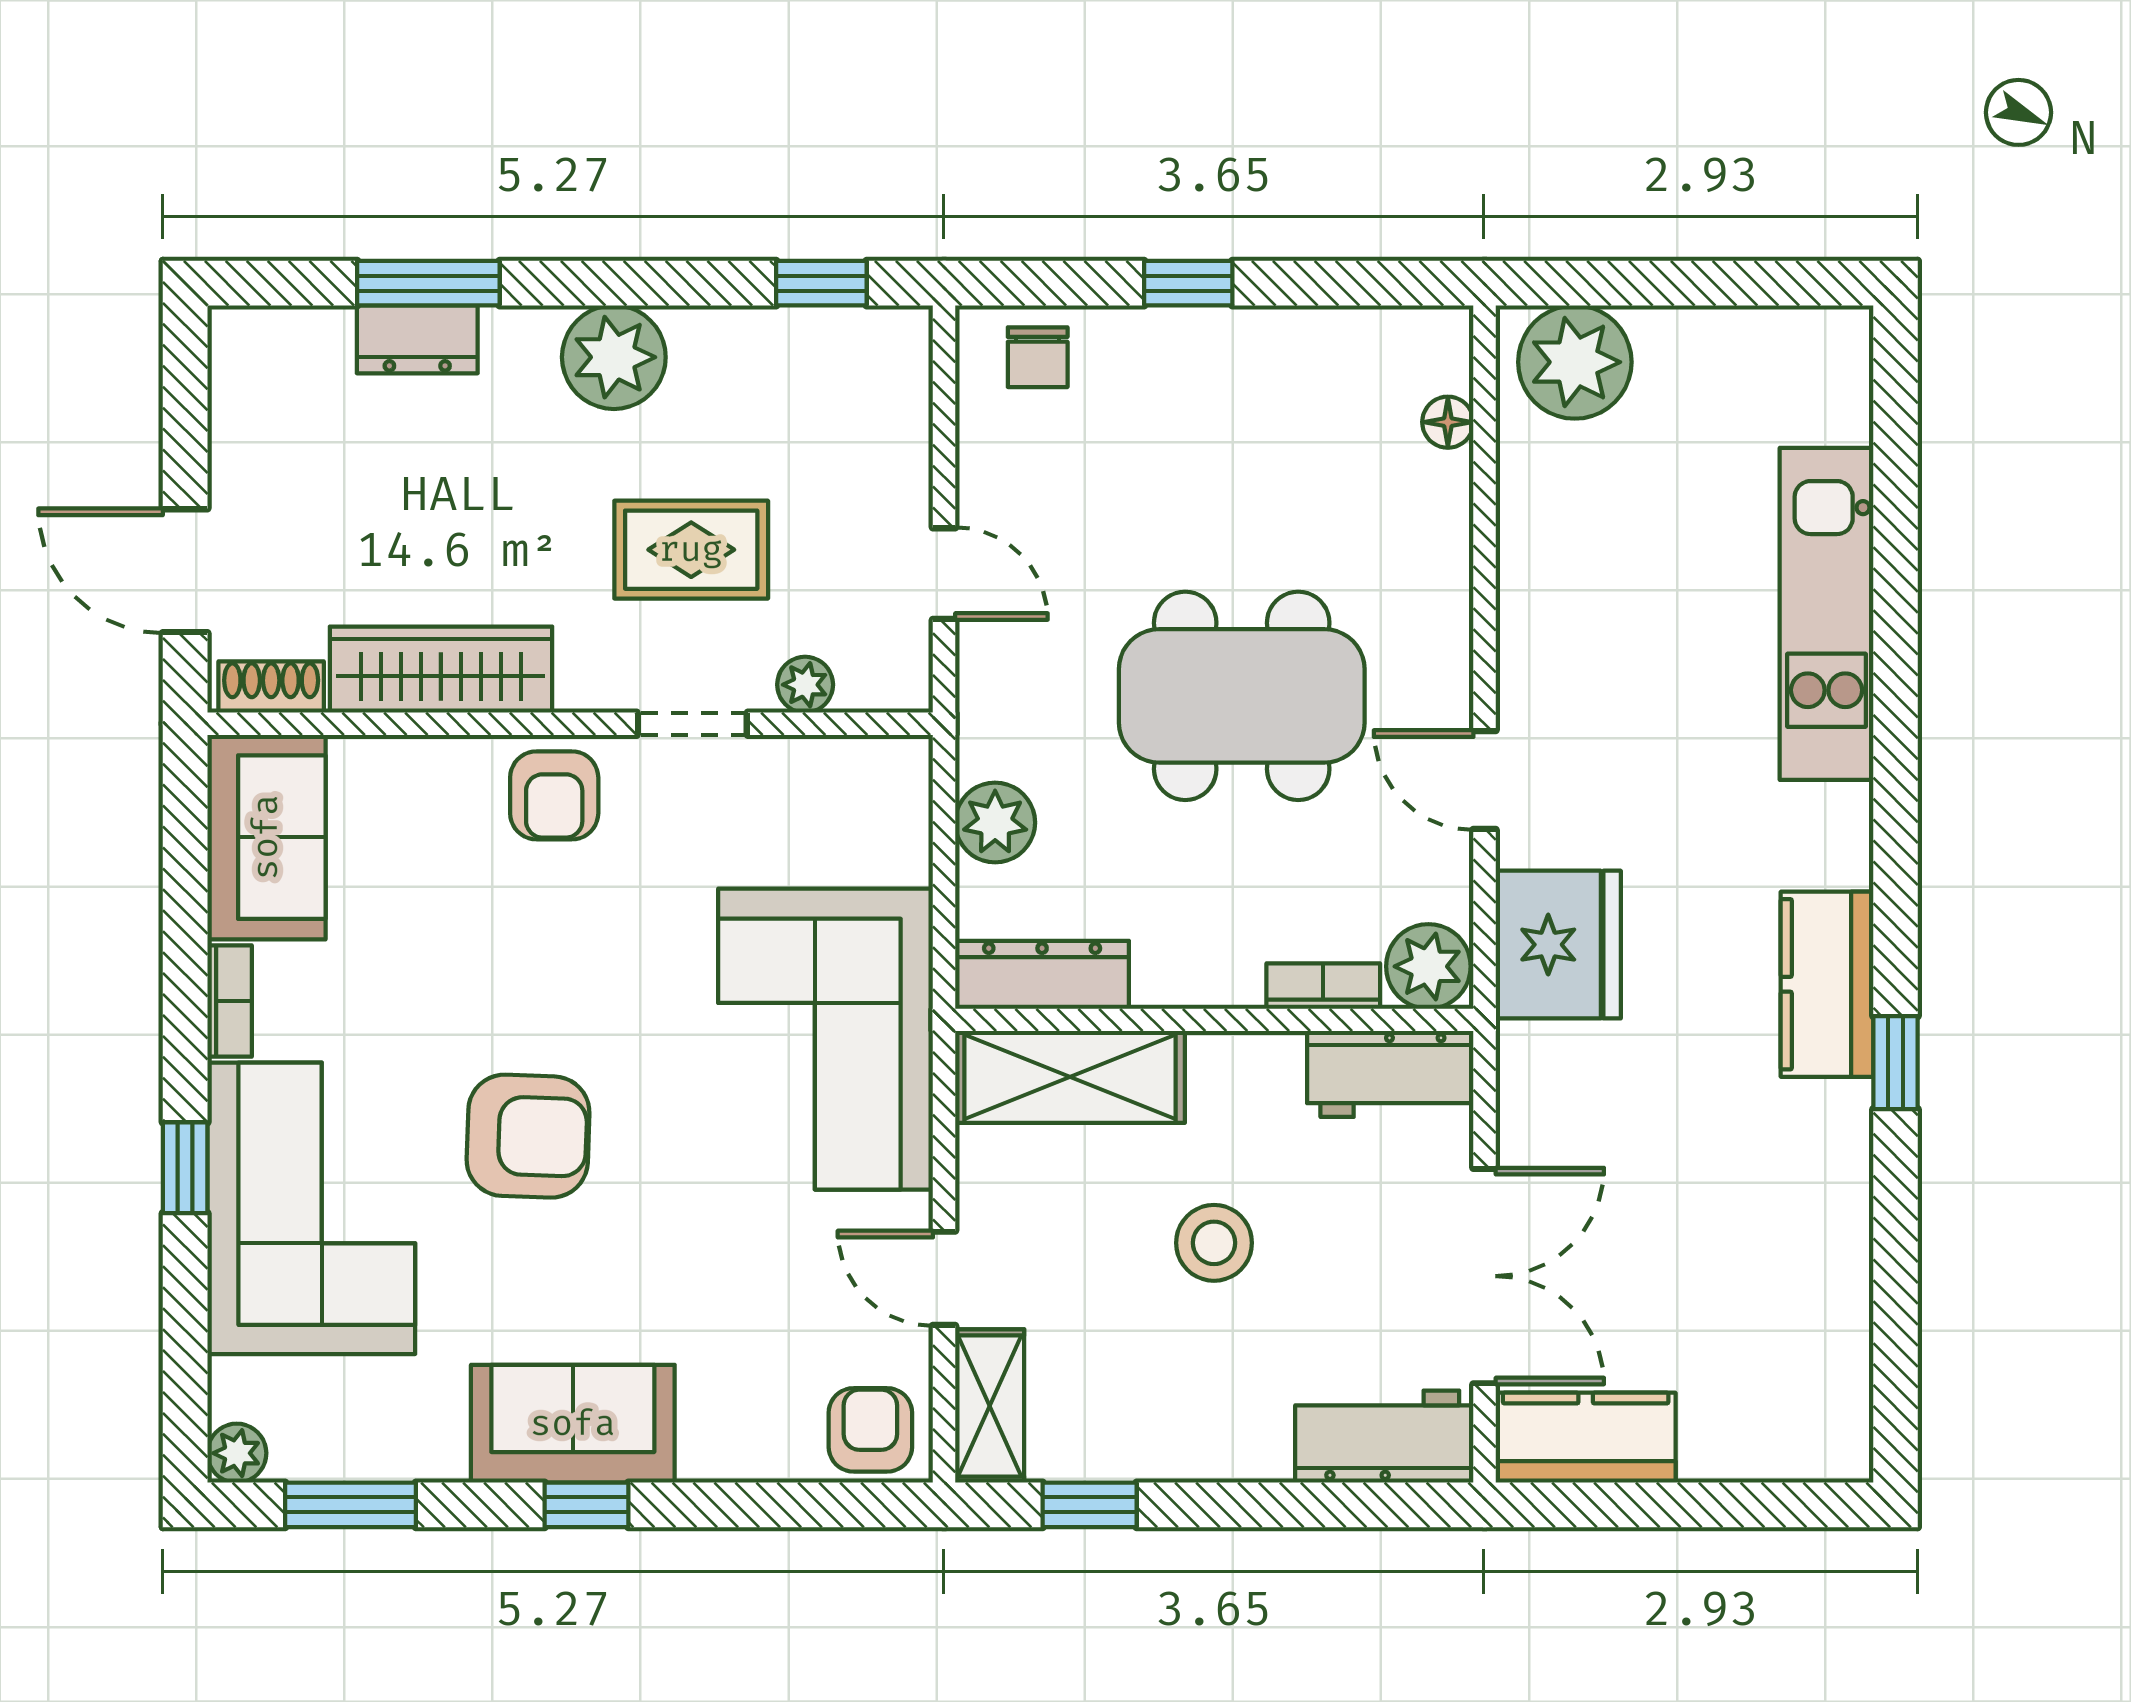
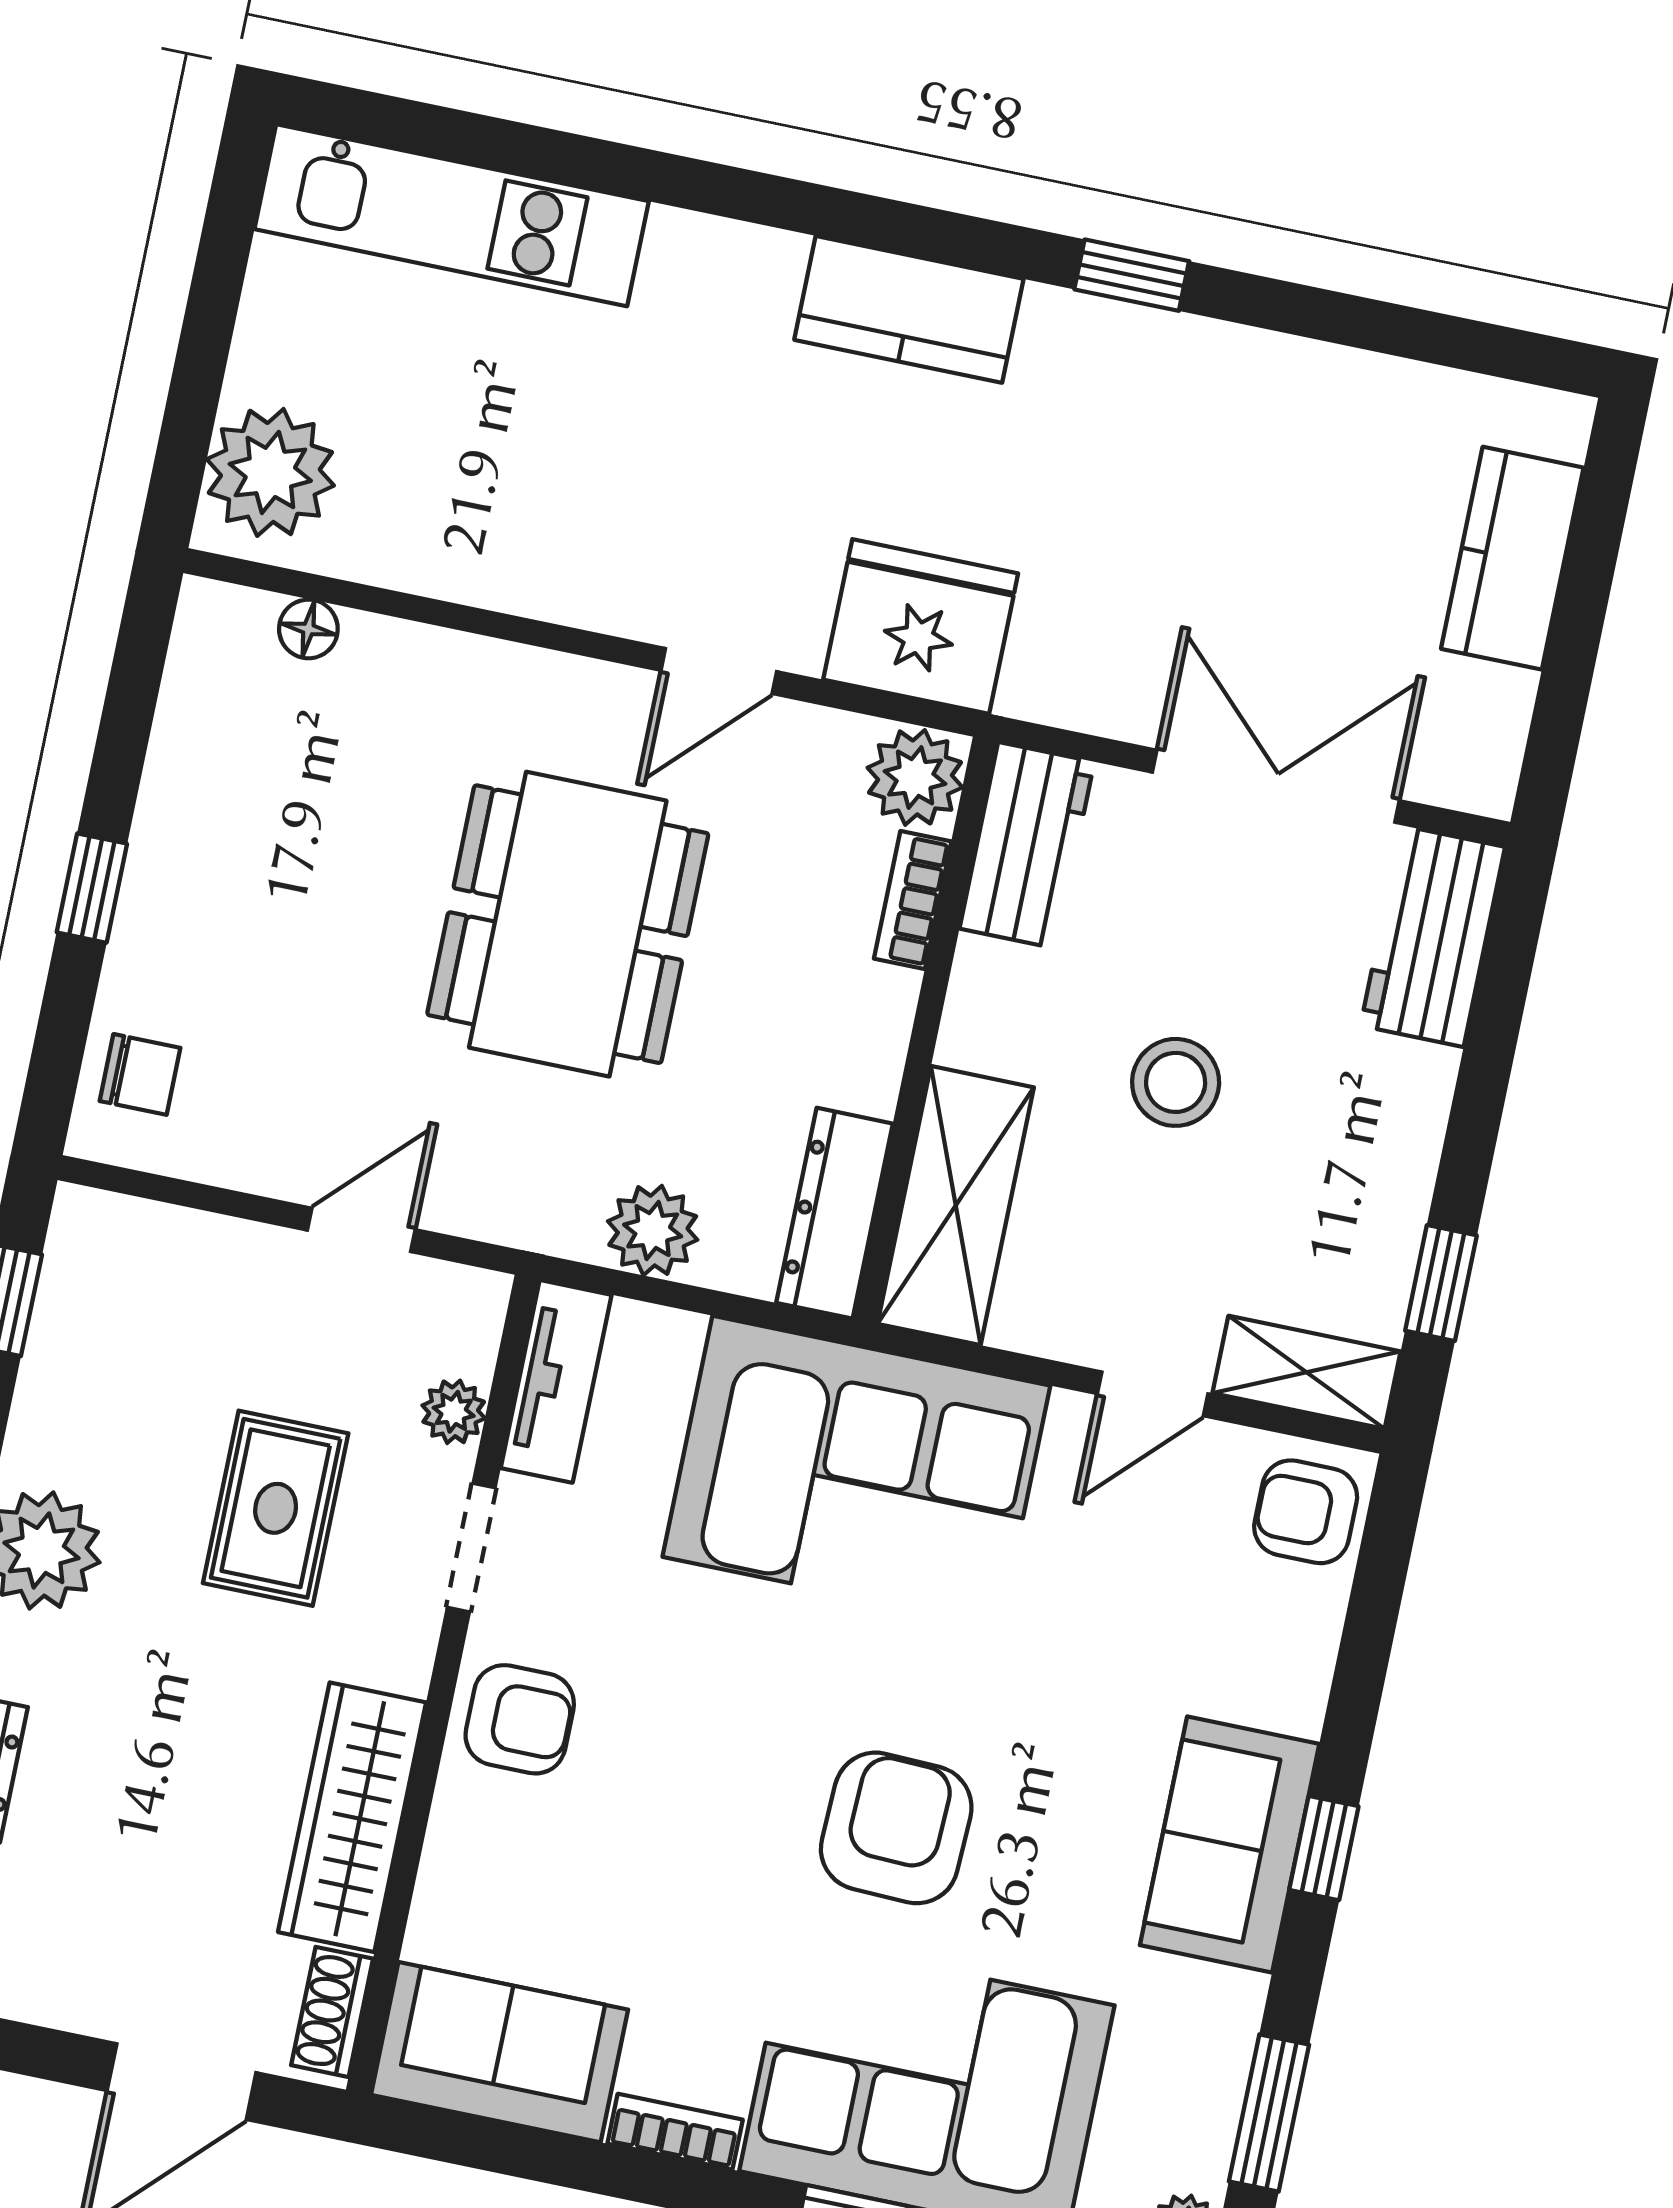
kitchen unit: (1827, 614) -> (452, 215), moved
tv unit: (849, 767) -> (556, 1381), added
kitchen counter: (1827, 984) -> (909, 309), moved
kitchen counter: (1586, 1438) -> (1512, 558), moved

